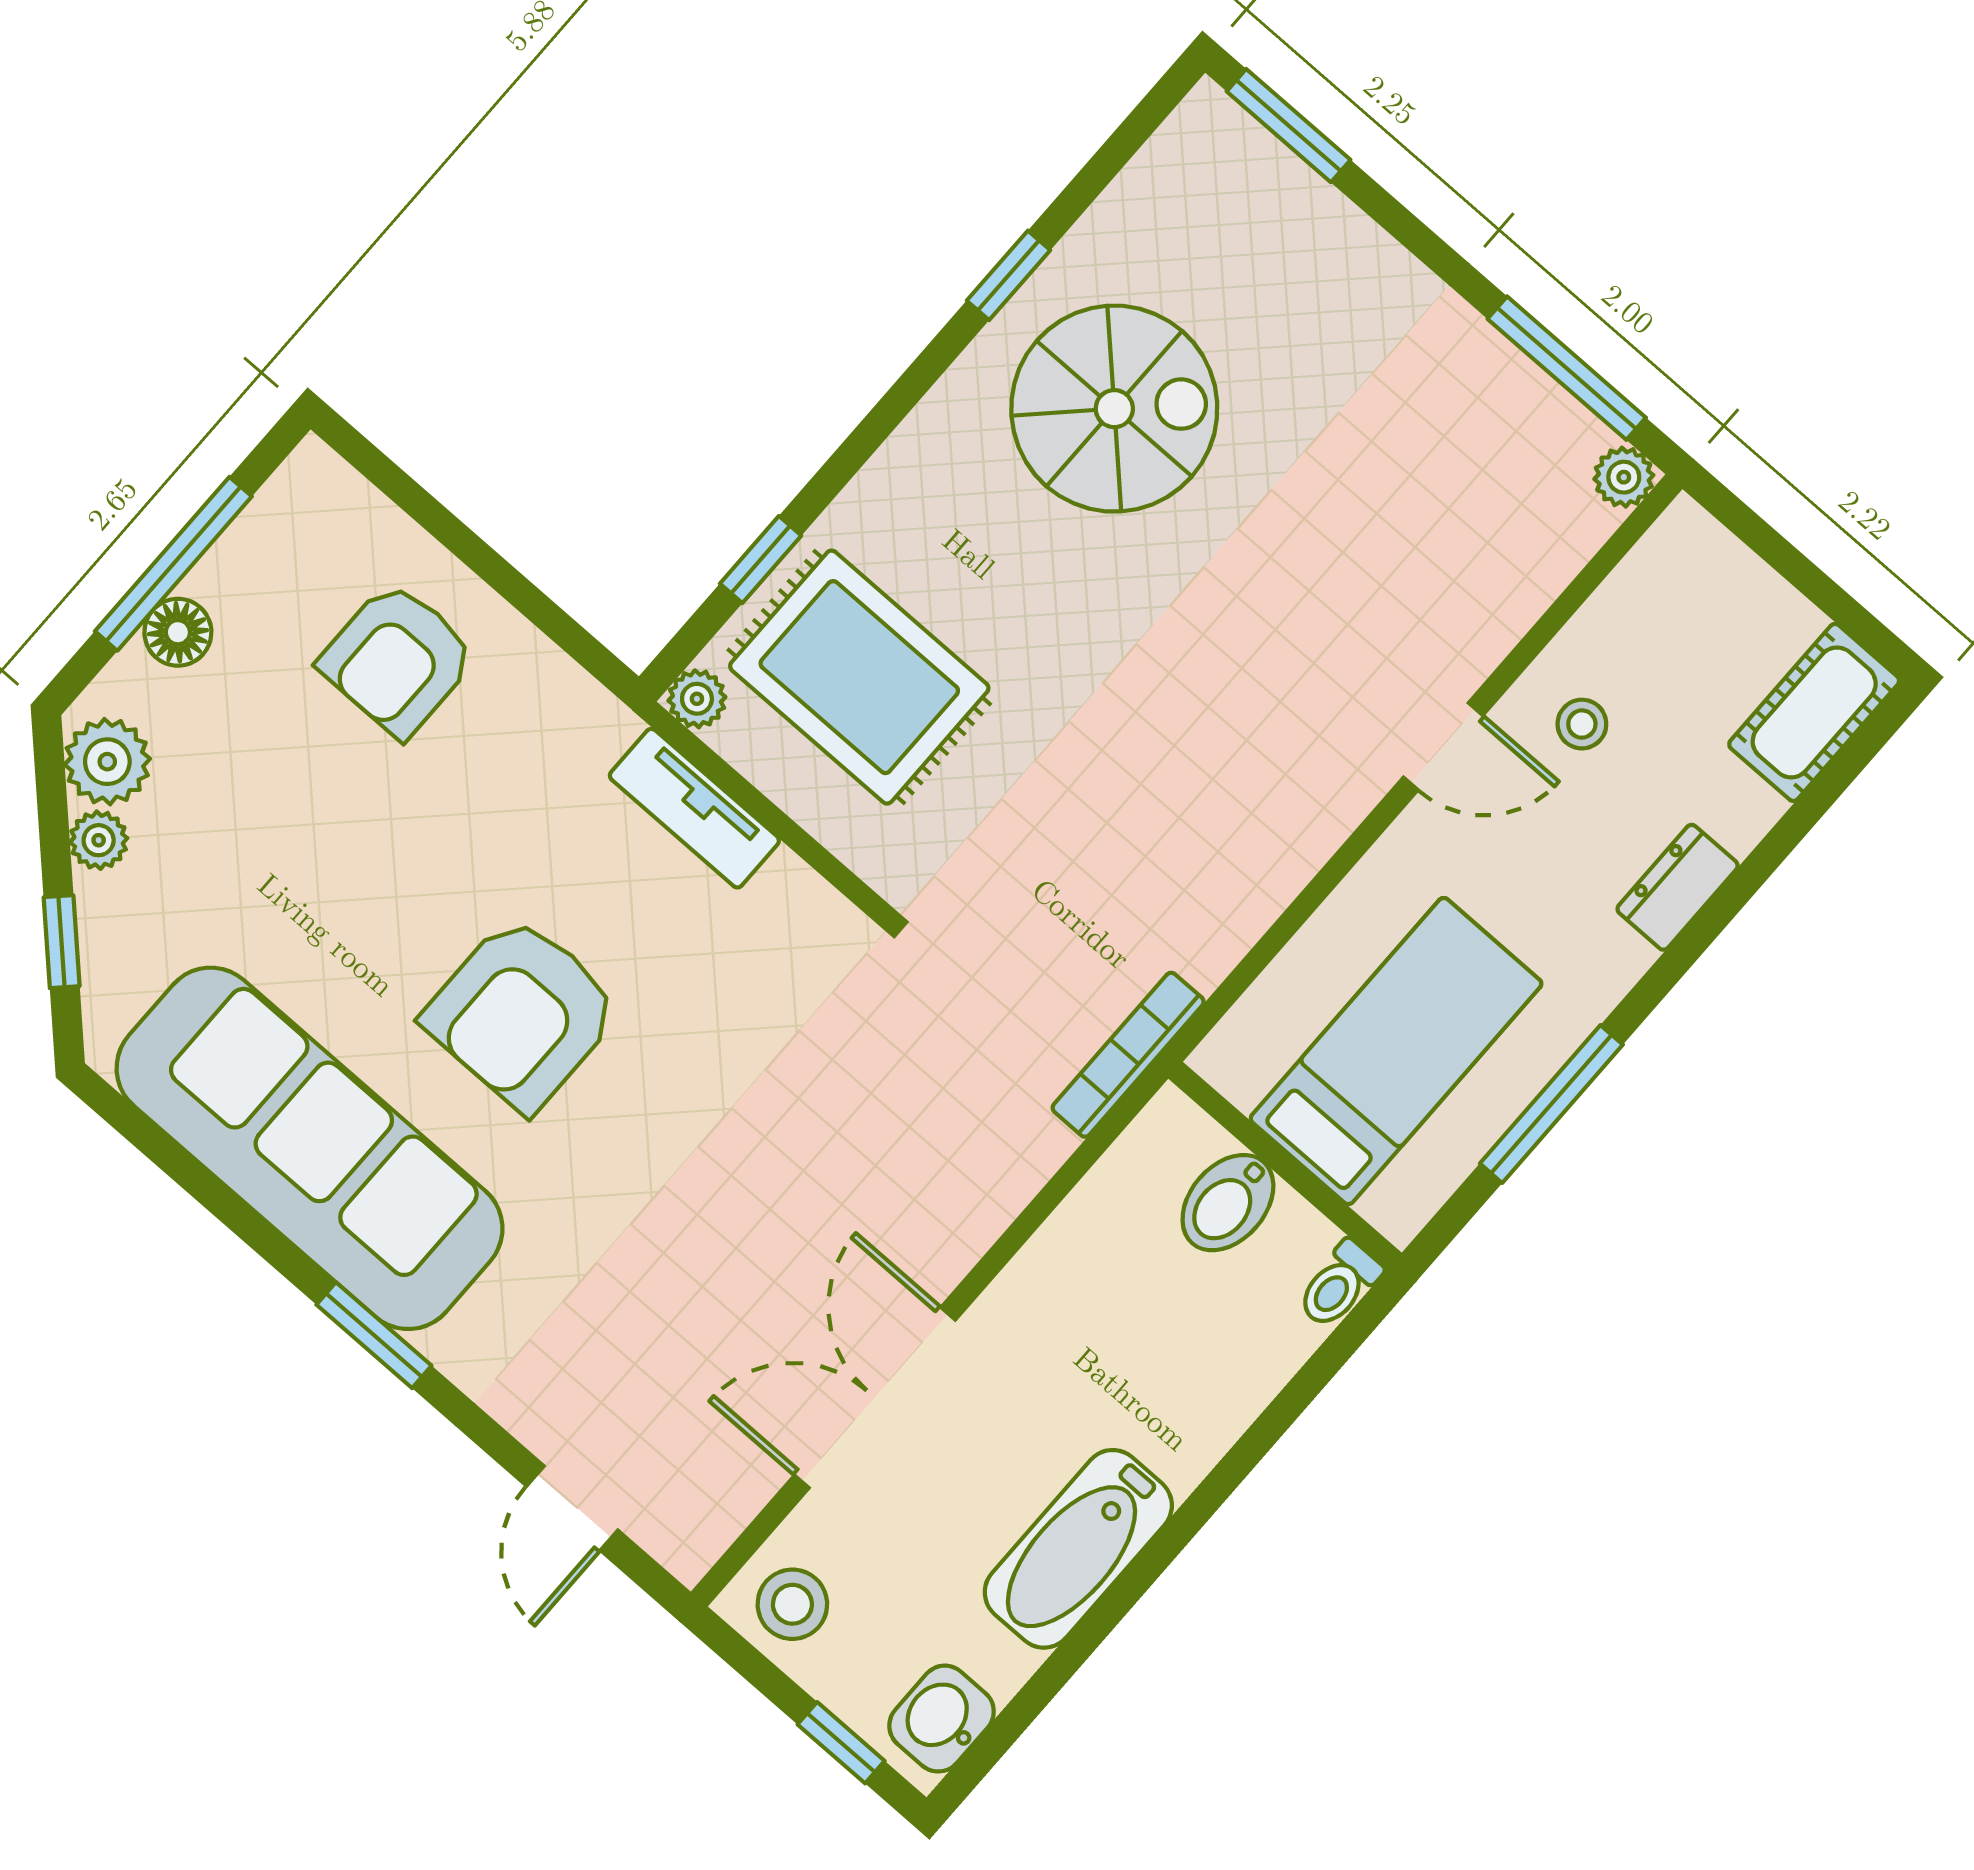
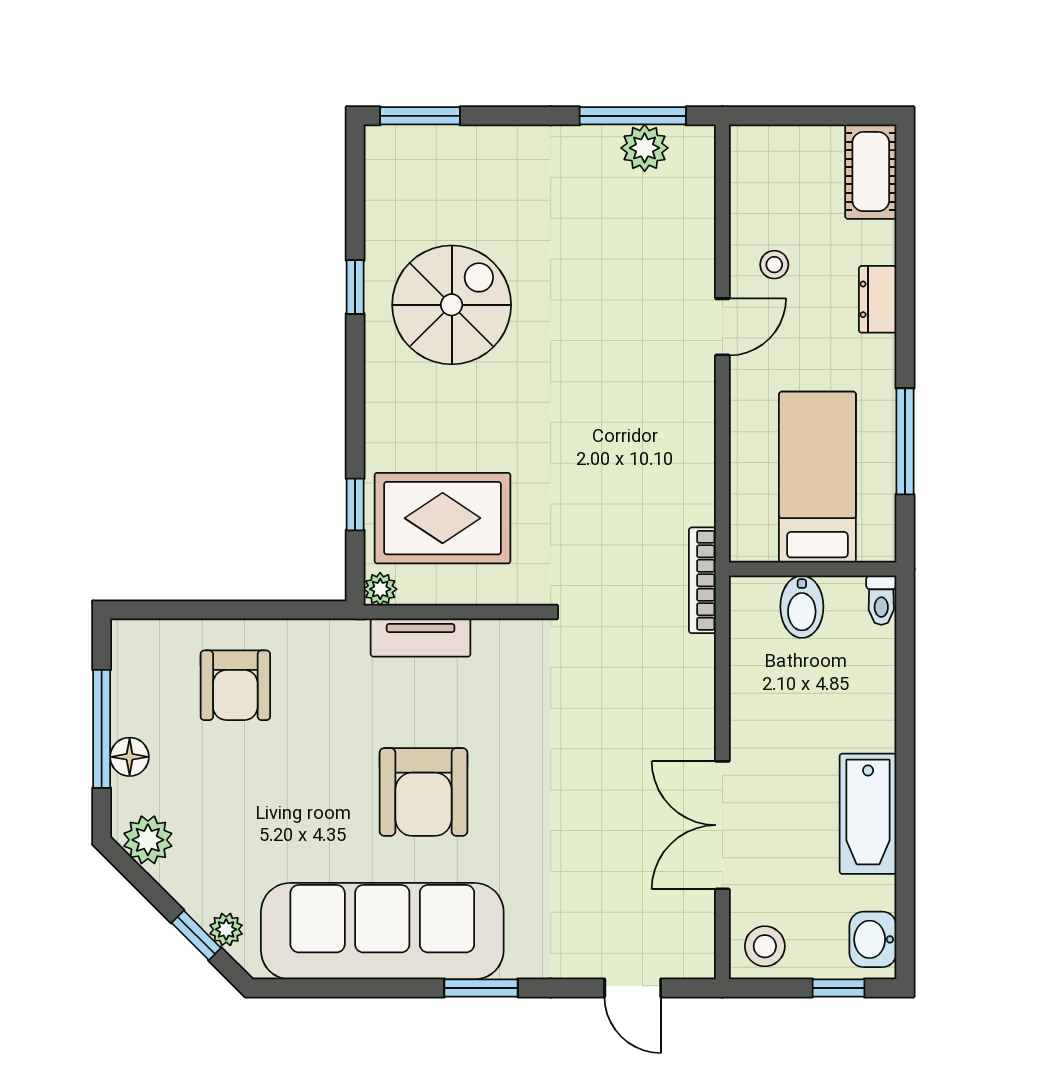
plant: (1624, 477) -> (645, 148), moved, width x1.38, depth x1.38
plant: (99, 840) -> (226, 929), moved

